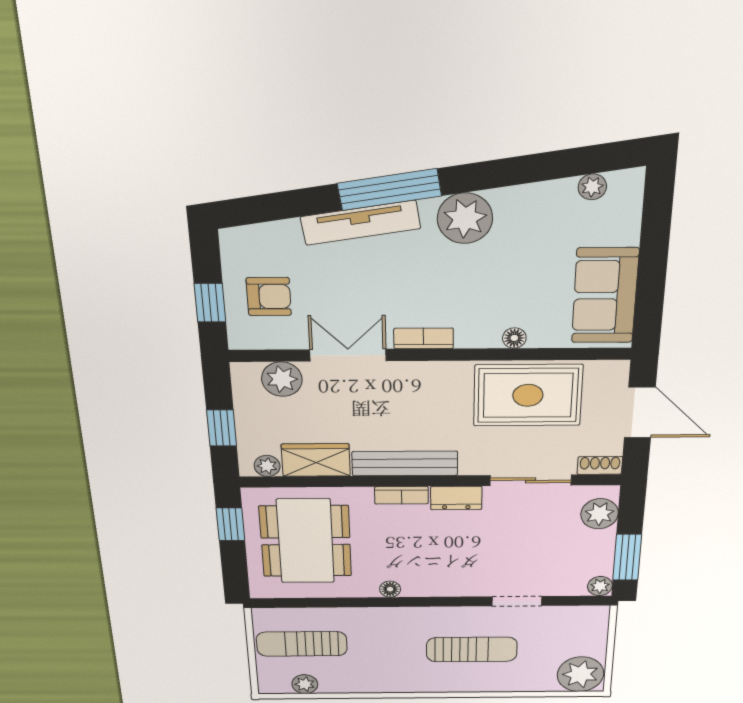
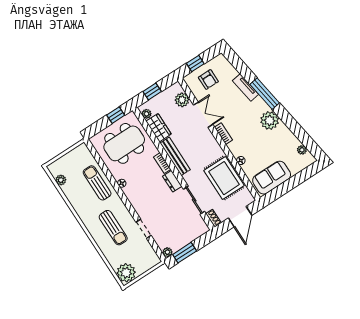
tv unit: (361, 223) -> (245, 88), width x0.71
plant: (600, 514) -> (196, 231), removed
sun lounger: (302, 644) -> (97, 183), moved

